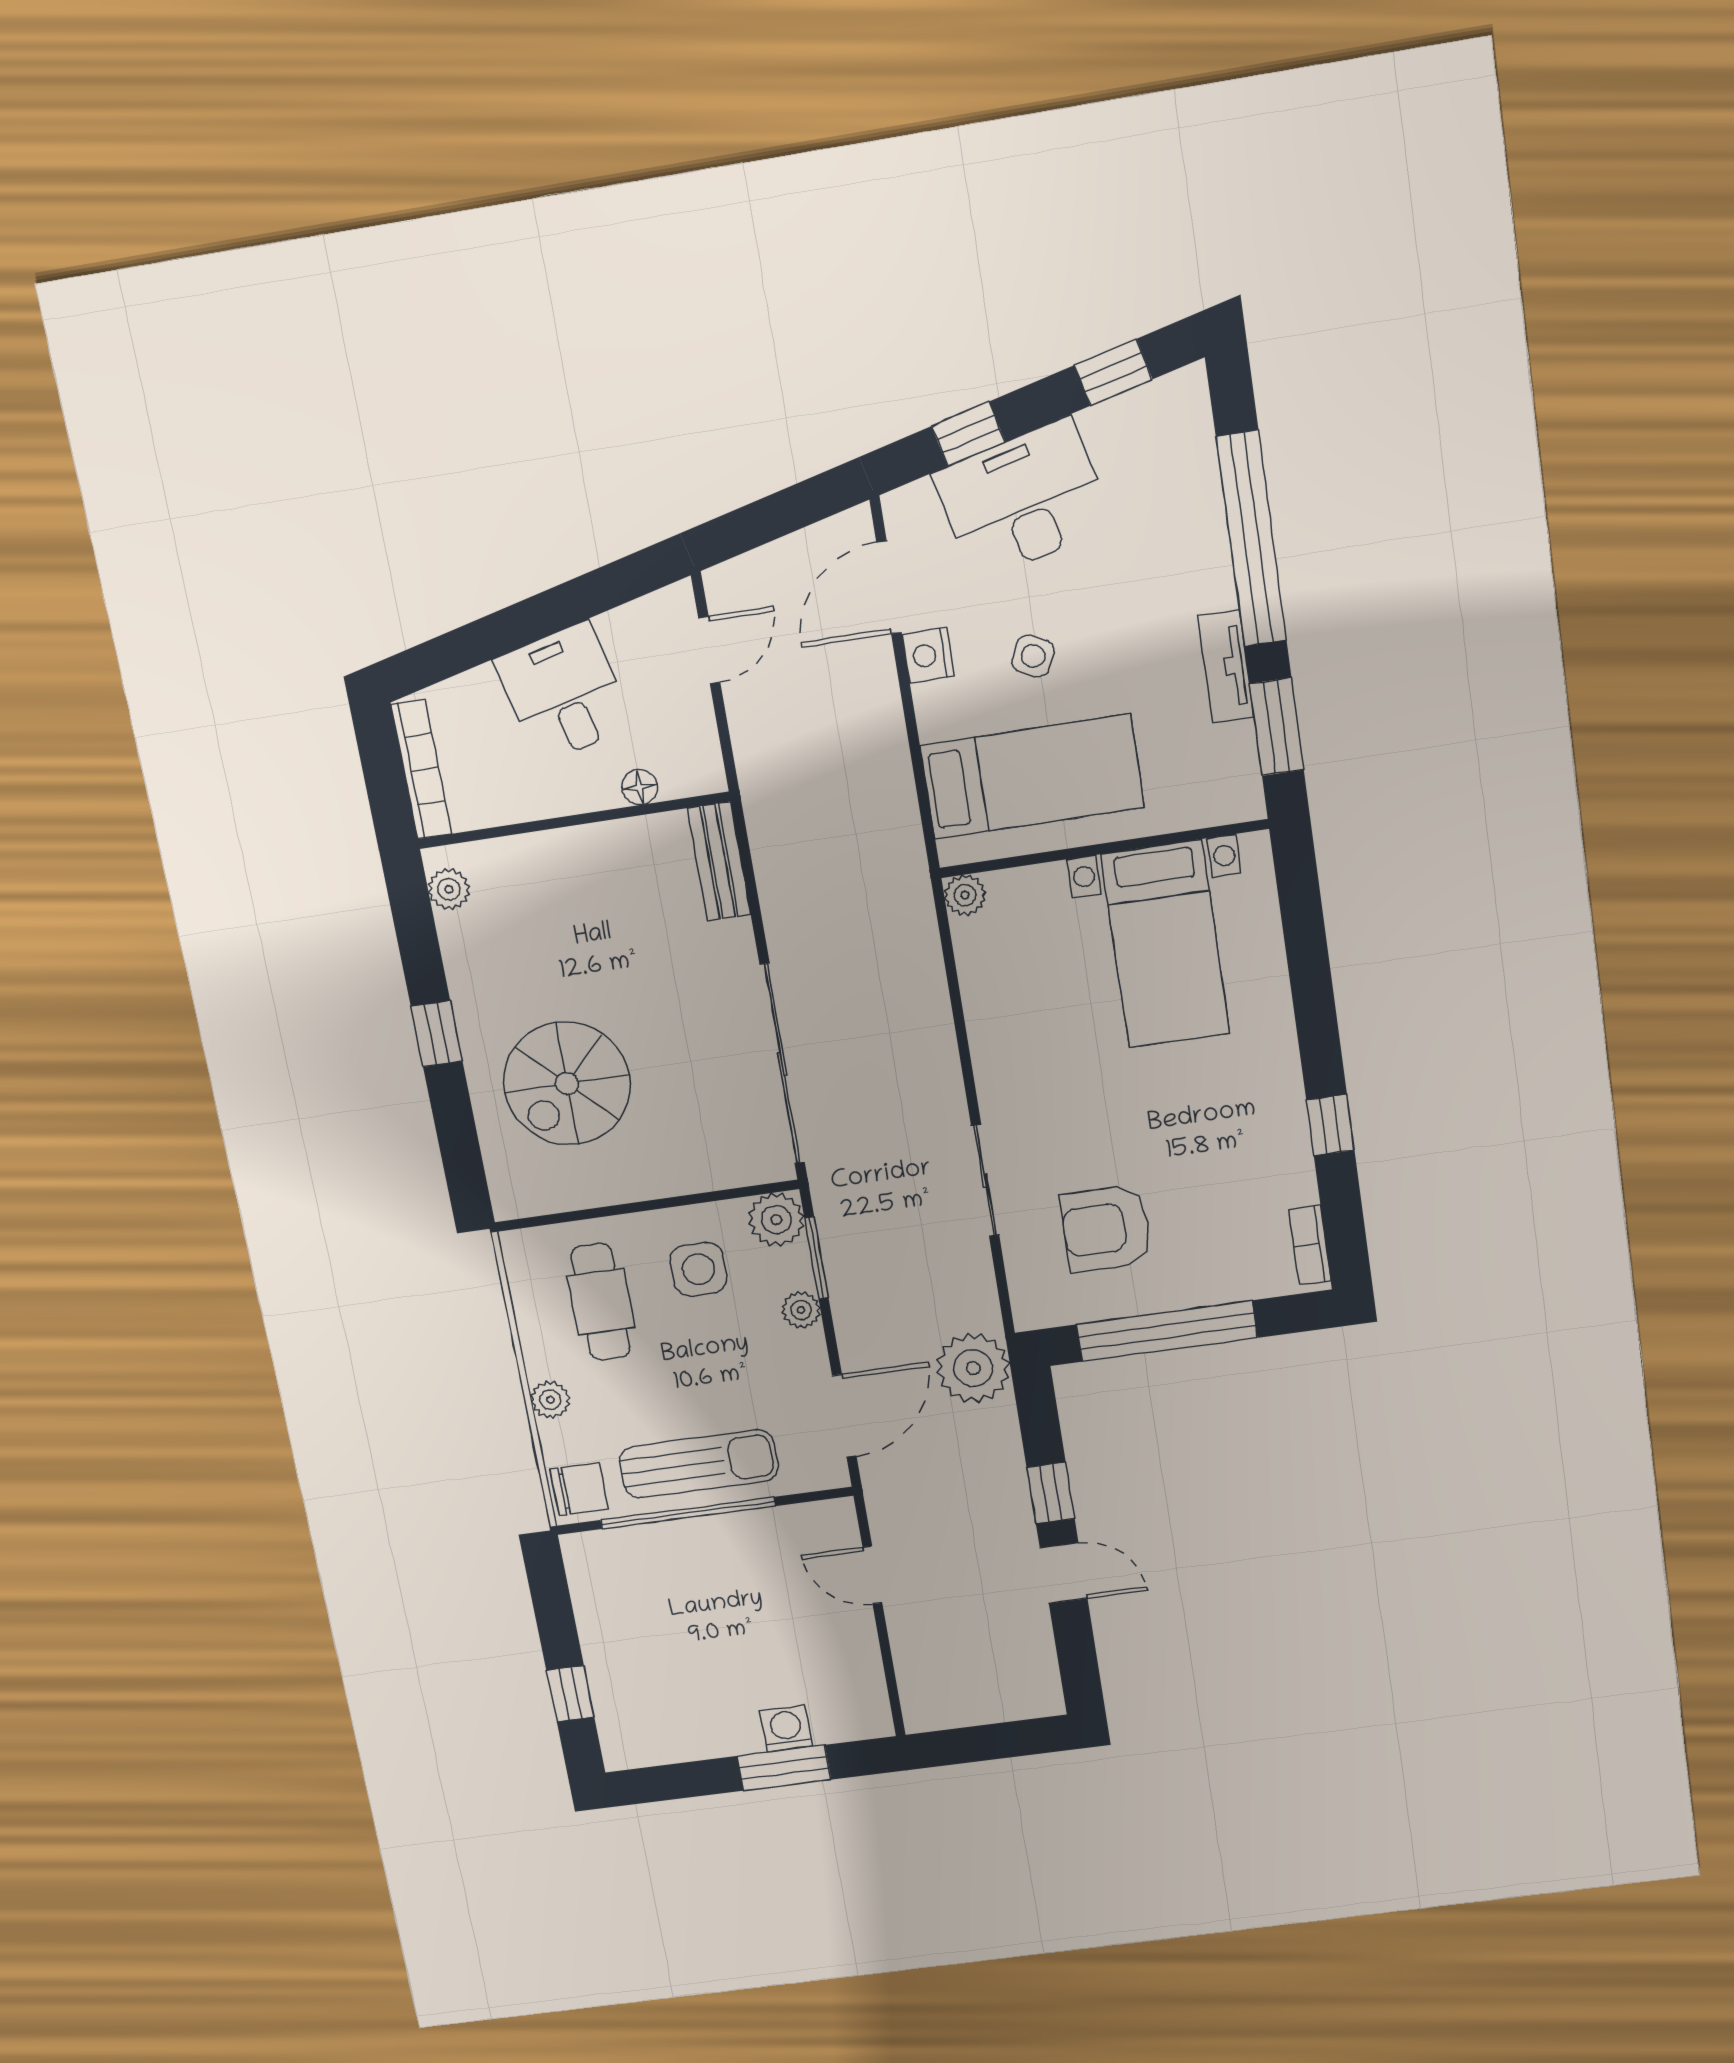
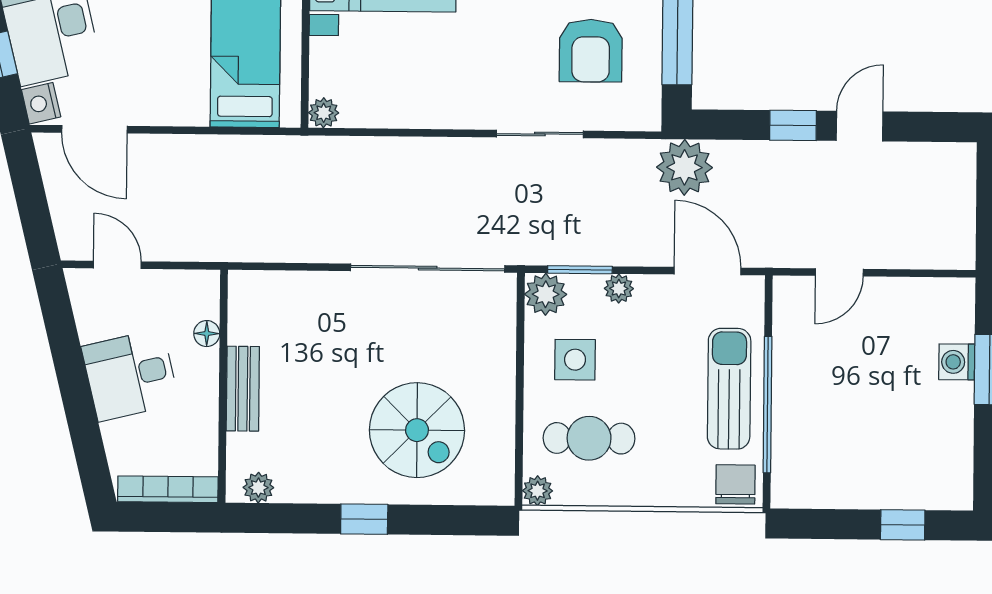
nightstand: (928, 655) -> (41, 103), moved, turned 76
side table: (1033, 656) -> (160, 36), removed
bench: (719, 861) -> (243, 389), moved, turned 90
plant: (550, 1400) -> (538, 491), moved

